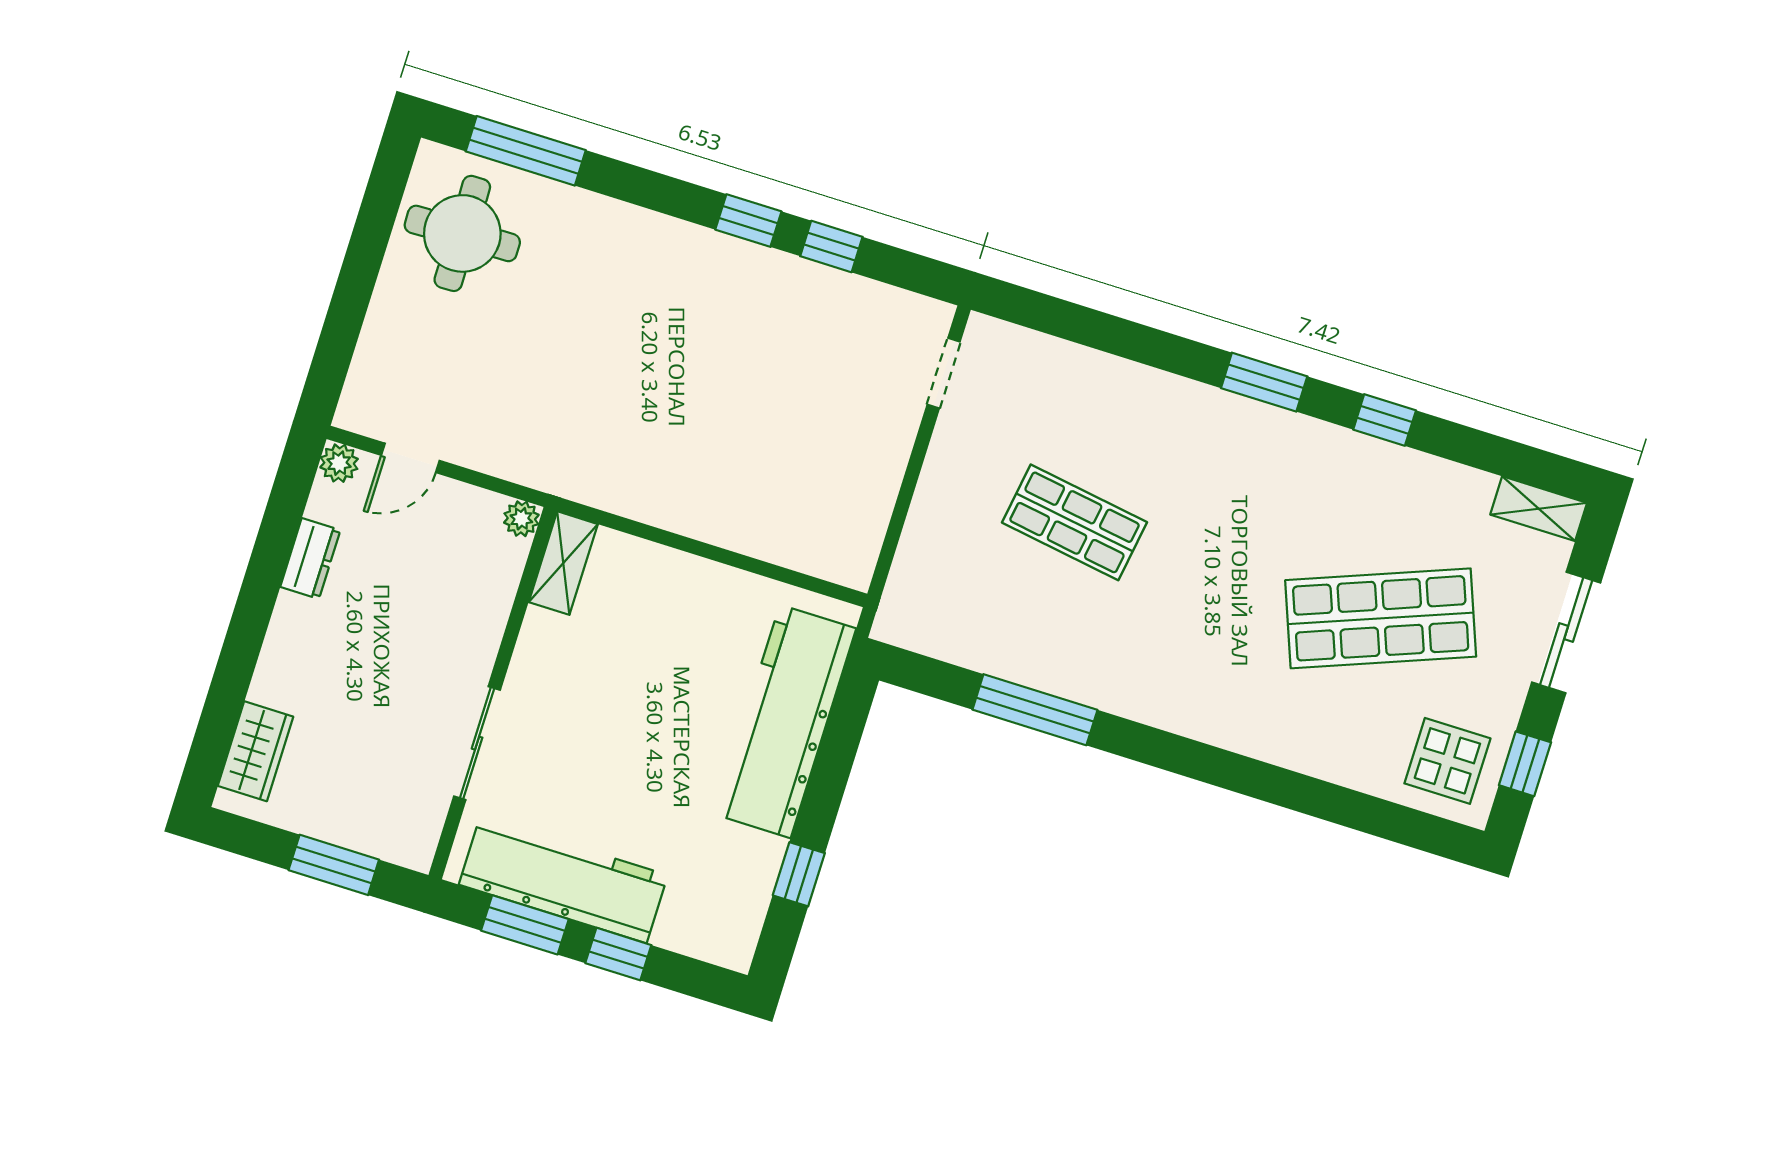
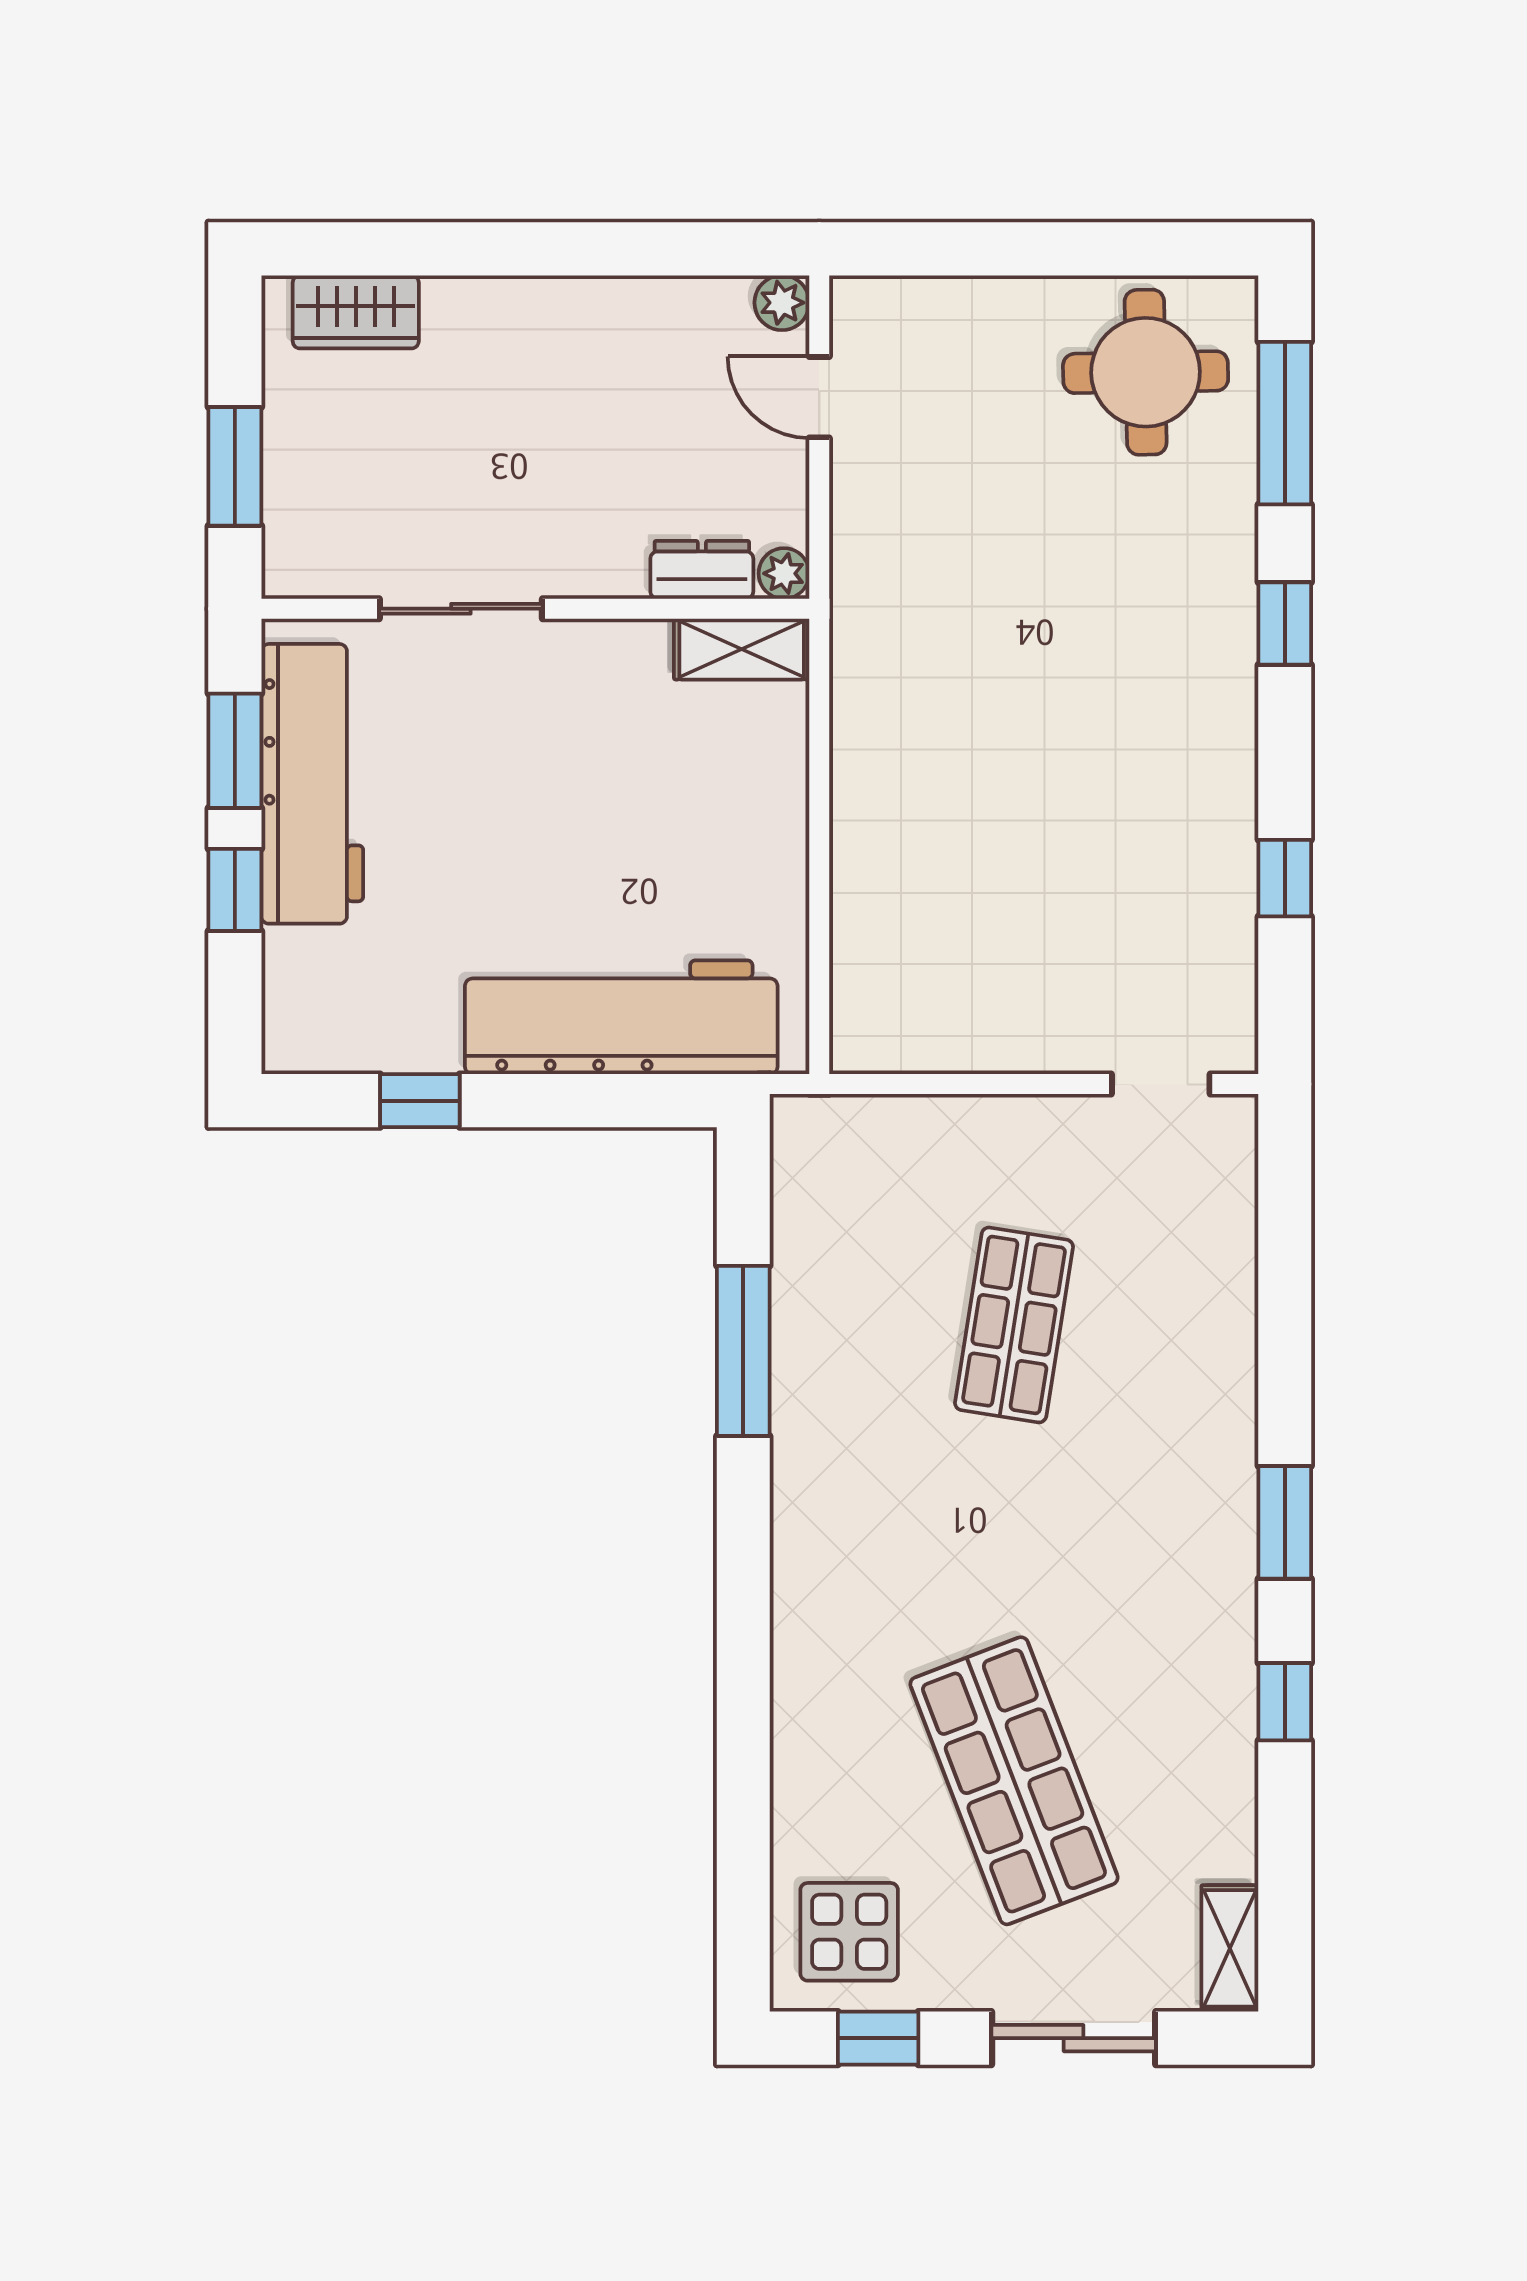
window: (748, 221) -> (1285, 623), moved
dresser: (310, 558) -> (702, 570), moved, turned 180

